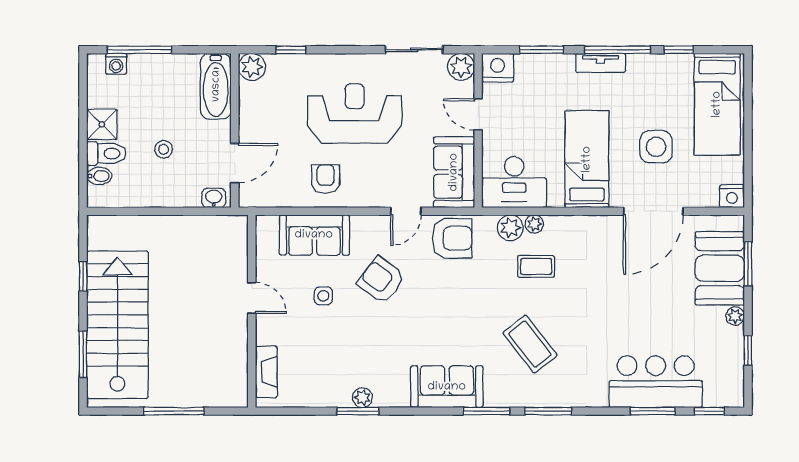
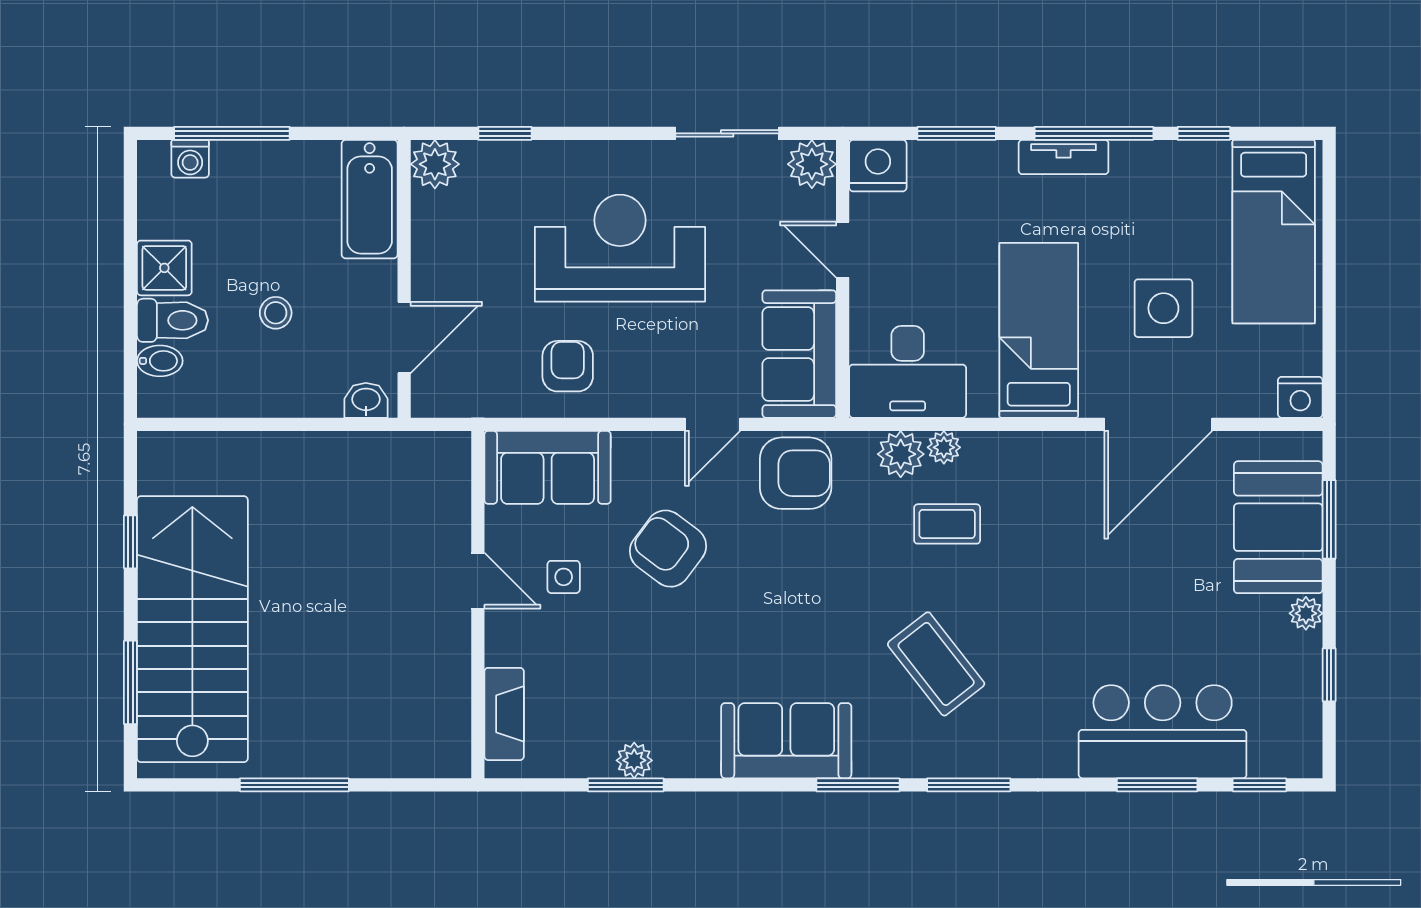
door: (252, 298) -> (478, 581), moved
wall: (252, 311) -> (478, 605), moved
fireplace: (266, 372) -> (504, 714), moved

